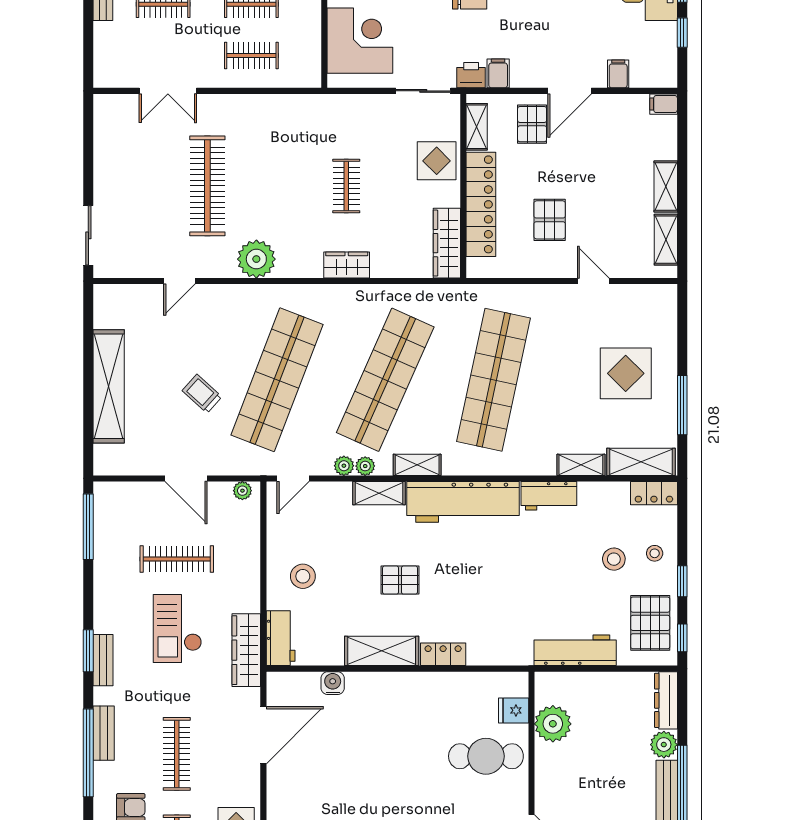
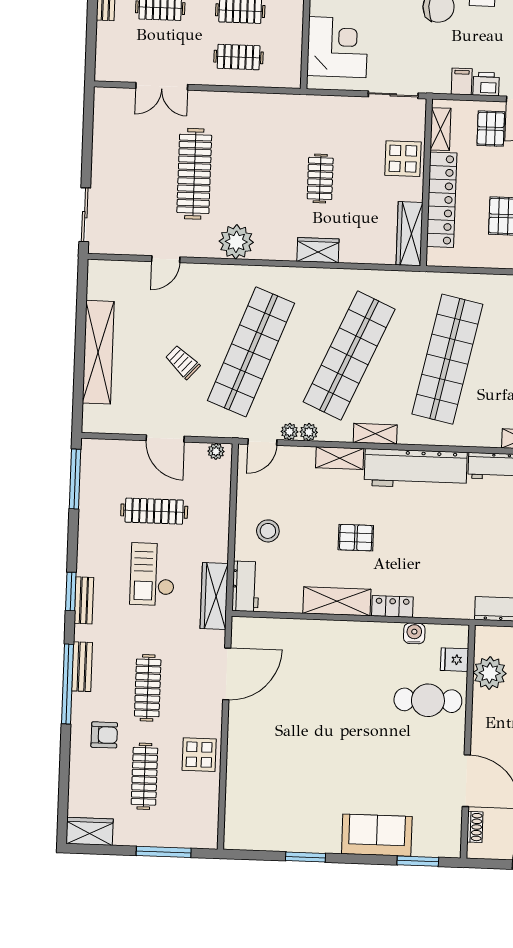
printer: (471, 75) -> (486, 84), moved
plant: (365, 466) -> (289, 432), moved
water cooler: (333, 683) -> (414, 633), moved

